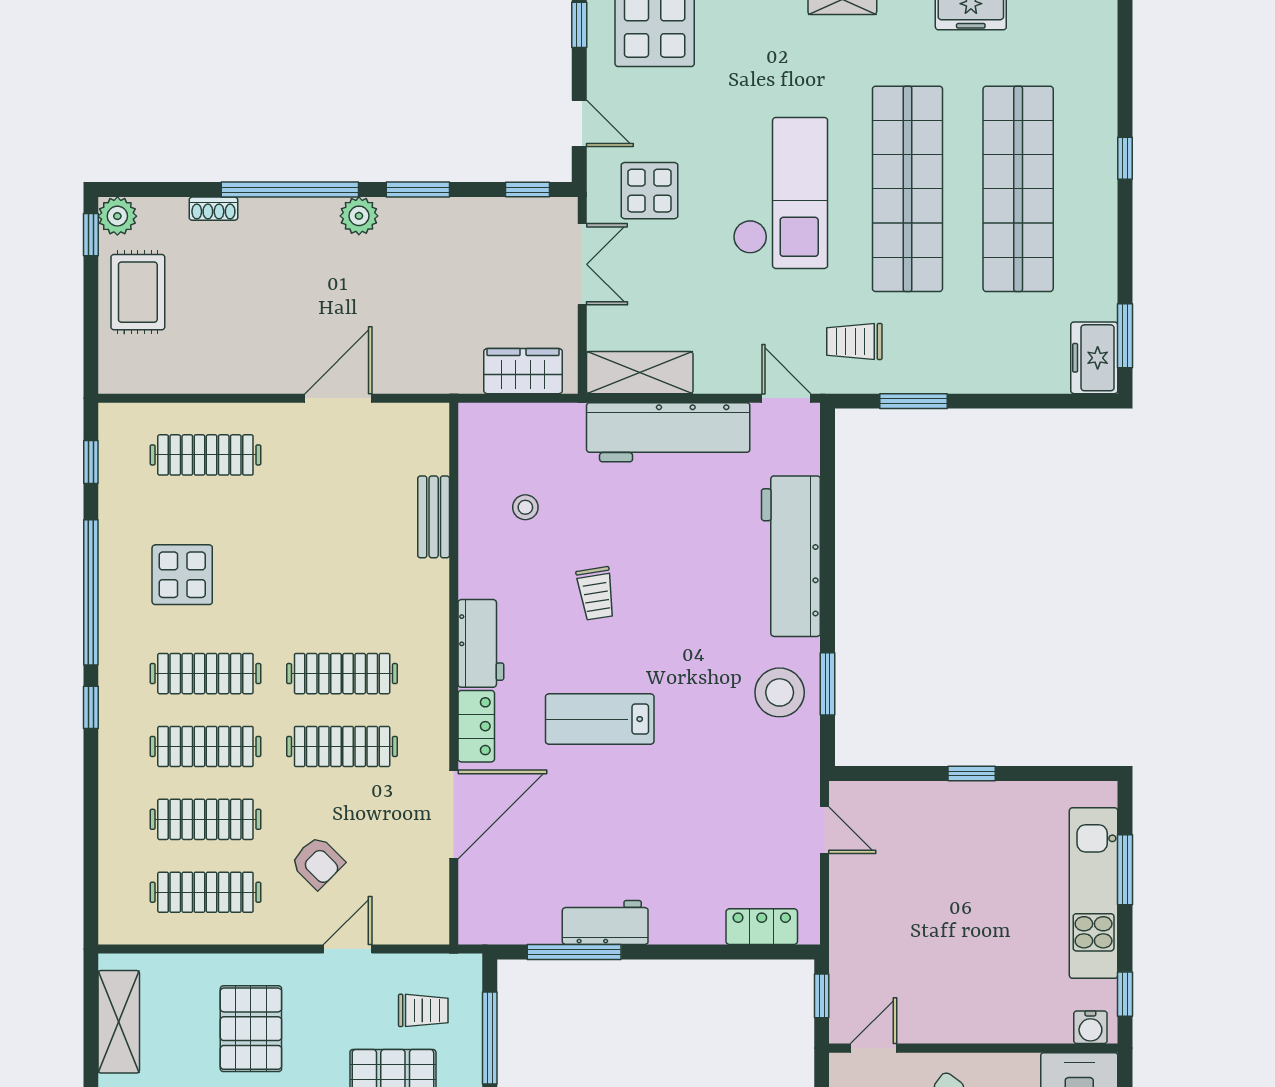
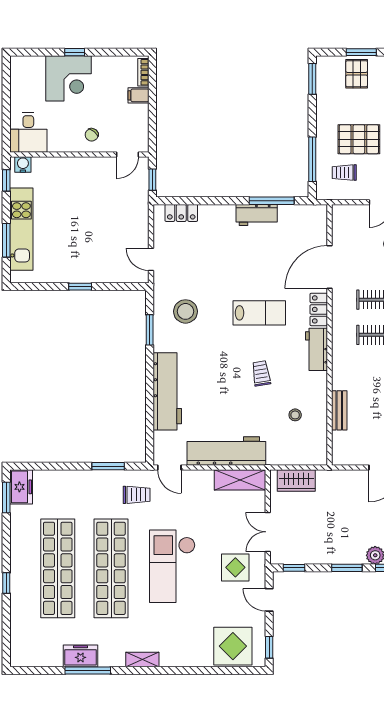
stool: (780, 692) -> (186, 311), moved

